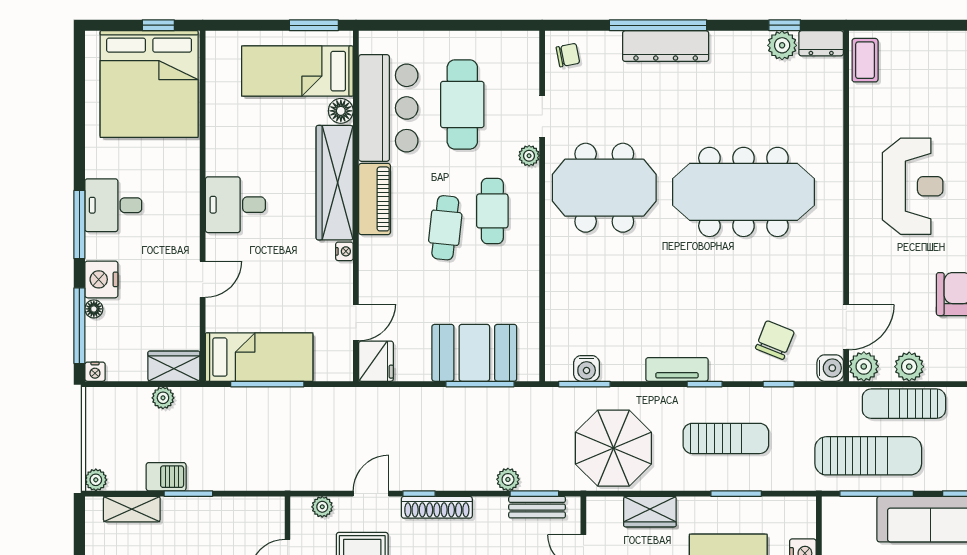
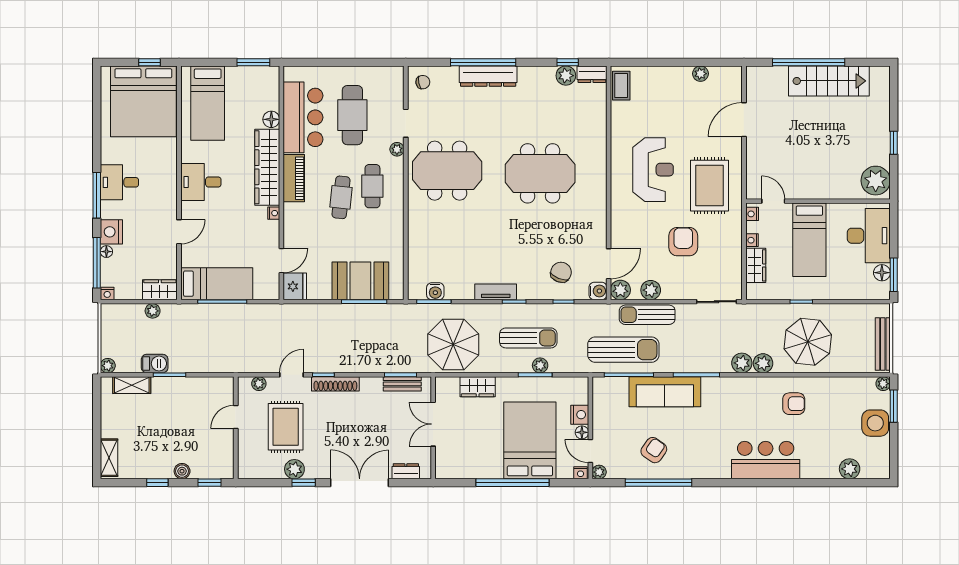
bed: (297, 71) -> (208, 103), moved, turned -90
meeting table: (743, 192) -> (540, 173), width x0.73
plant: (508, 479) -> (540, 365), moved

